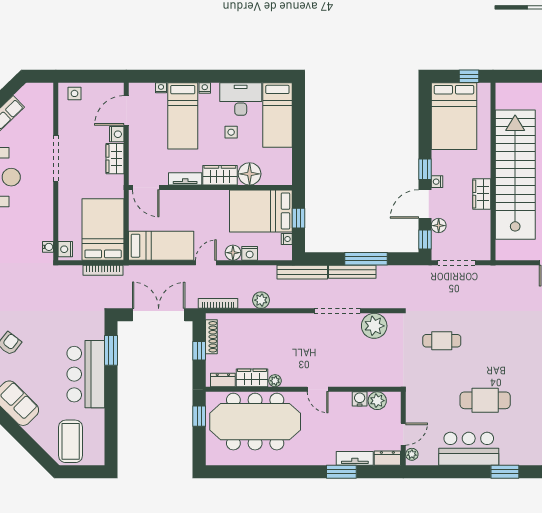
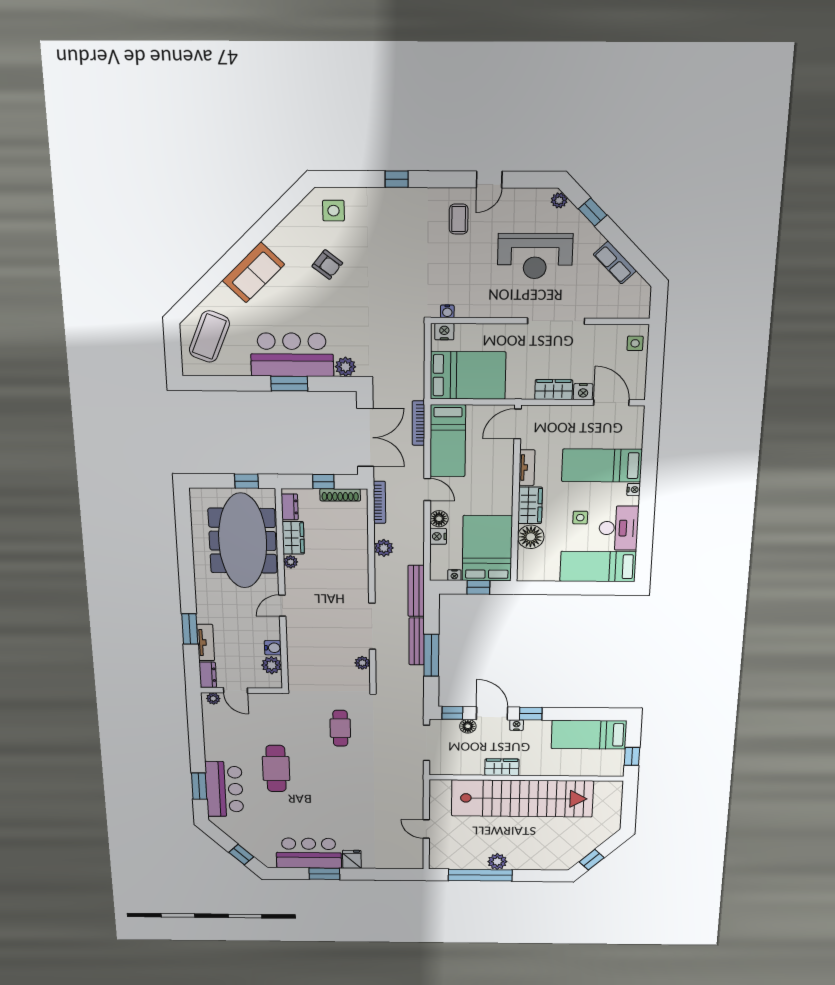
nightstand: (161, 88) -> (637, 442), removed
bed: (454, 116) -> (589, 735), width x0.67
bookcase: (103, 270) -> (418, 423), moved
plant: (374, 326) -> (362, 663), width x0.53, depth x0.53
plant: (96, 330) -> (345, 367), added
window: (111, 350) -> (289, 384), moved
coffee table: (71, 441) -> (209, 337), turned -68
bar counter: (469, 449) -> (224, 789), moved

